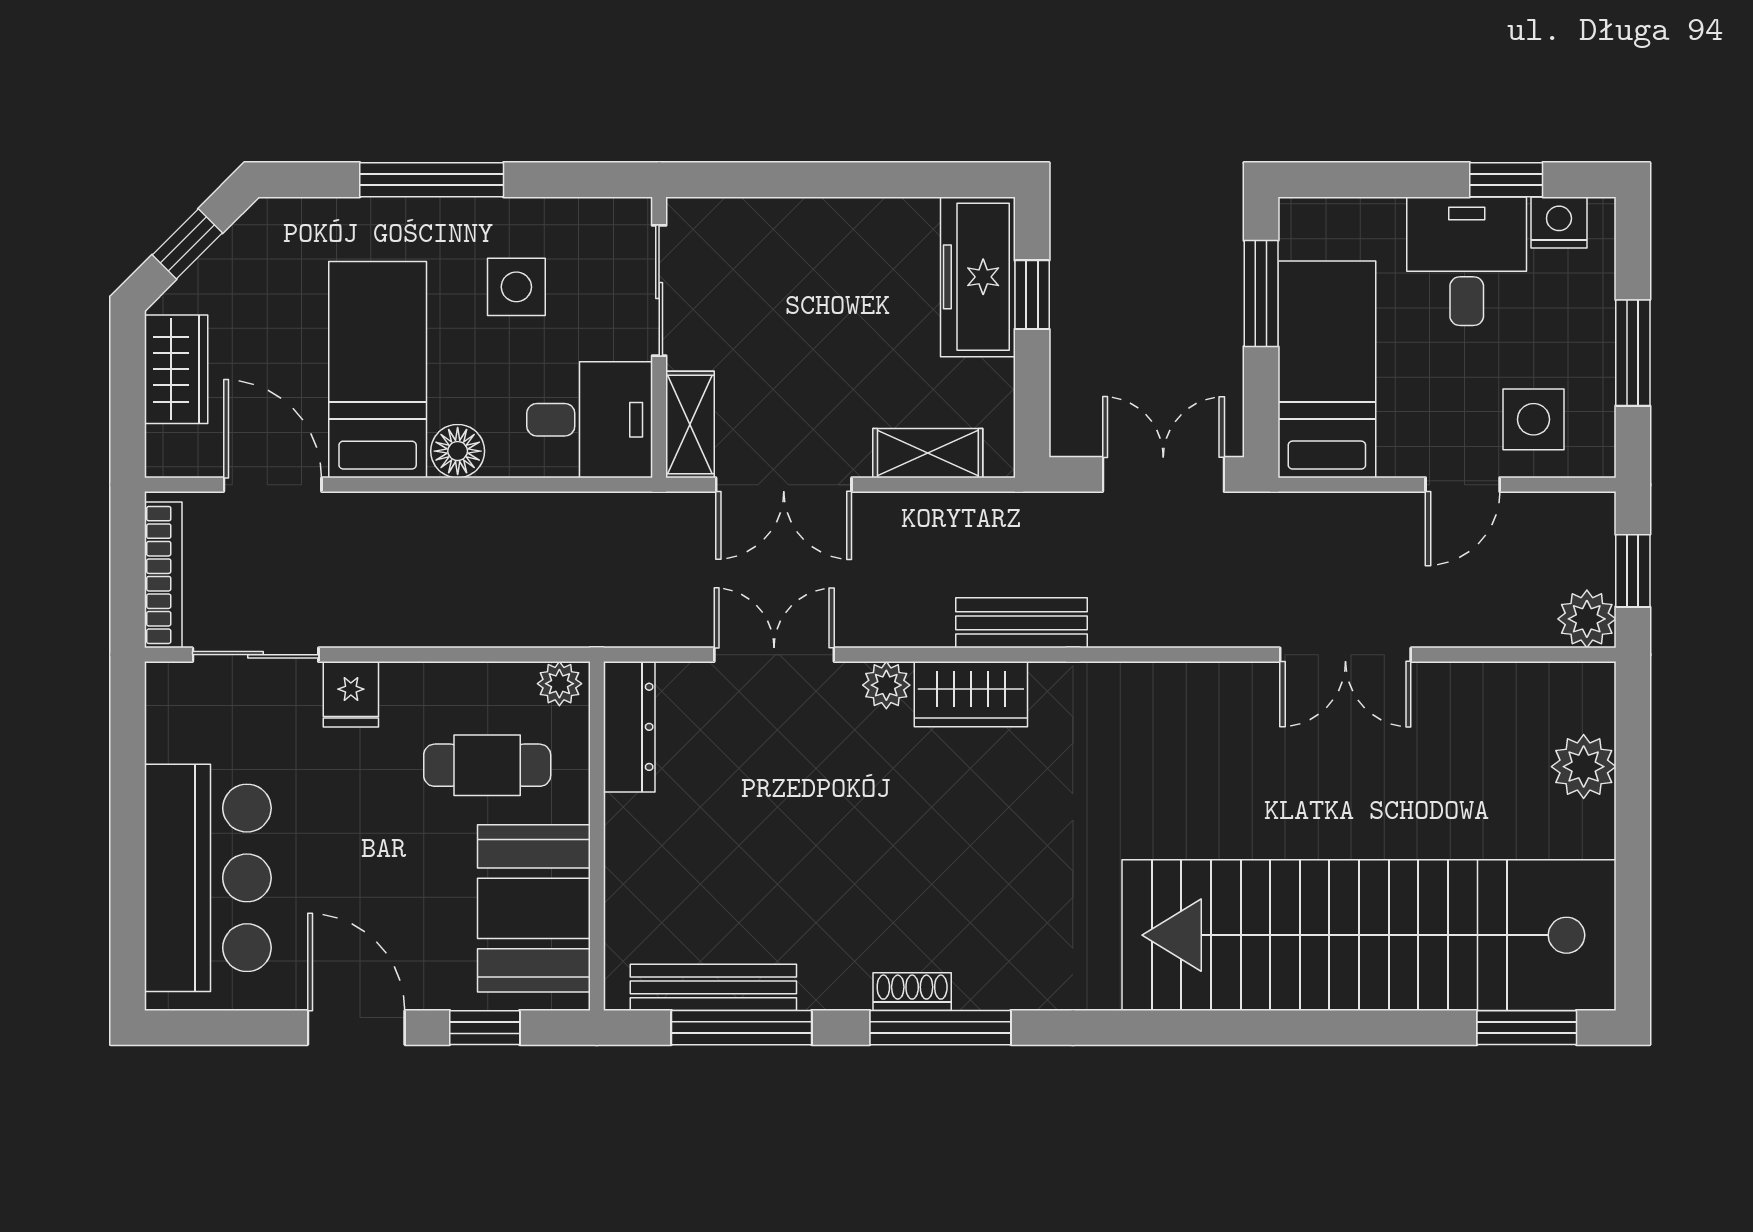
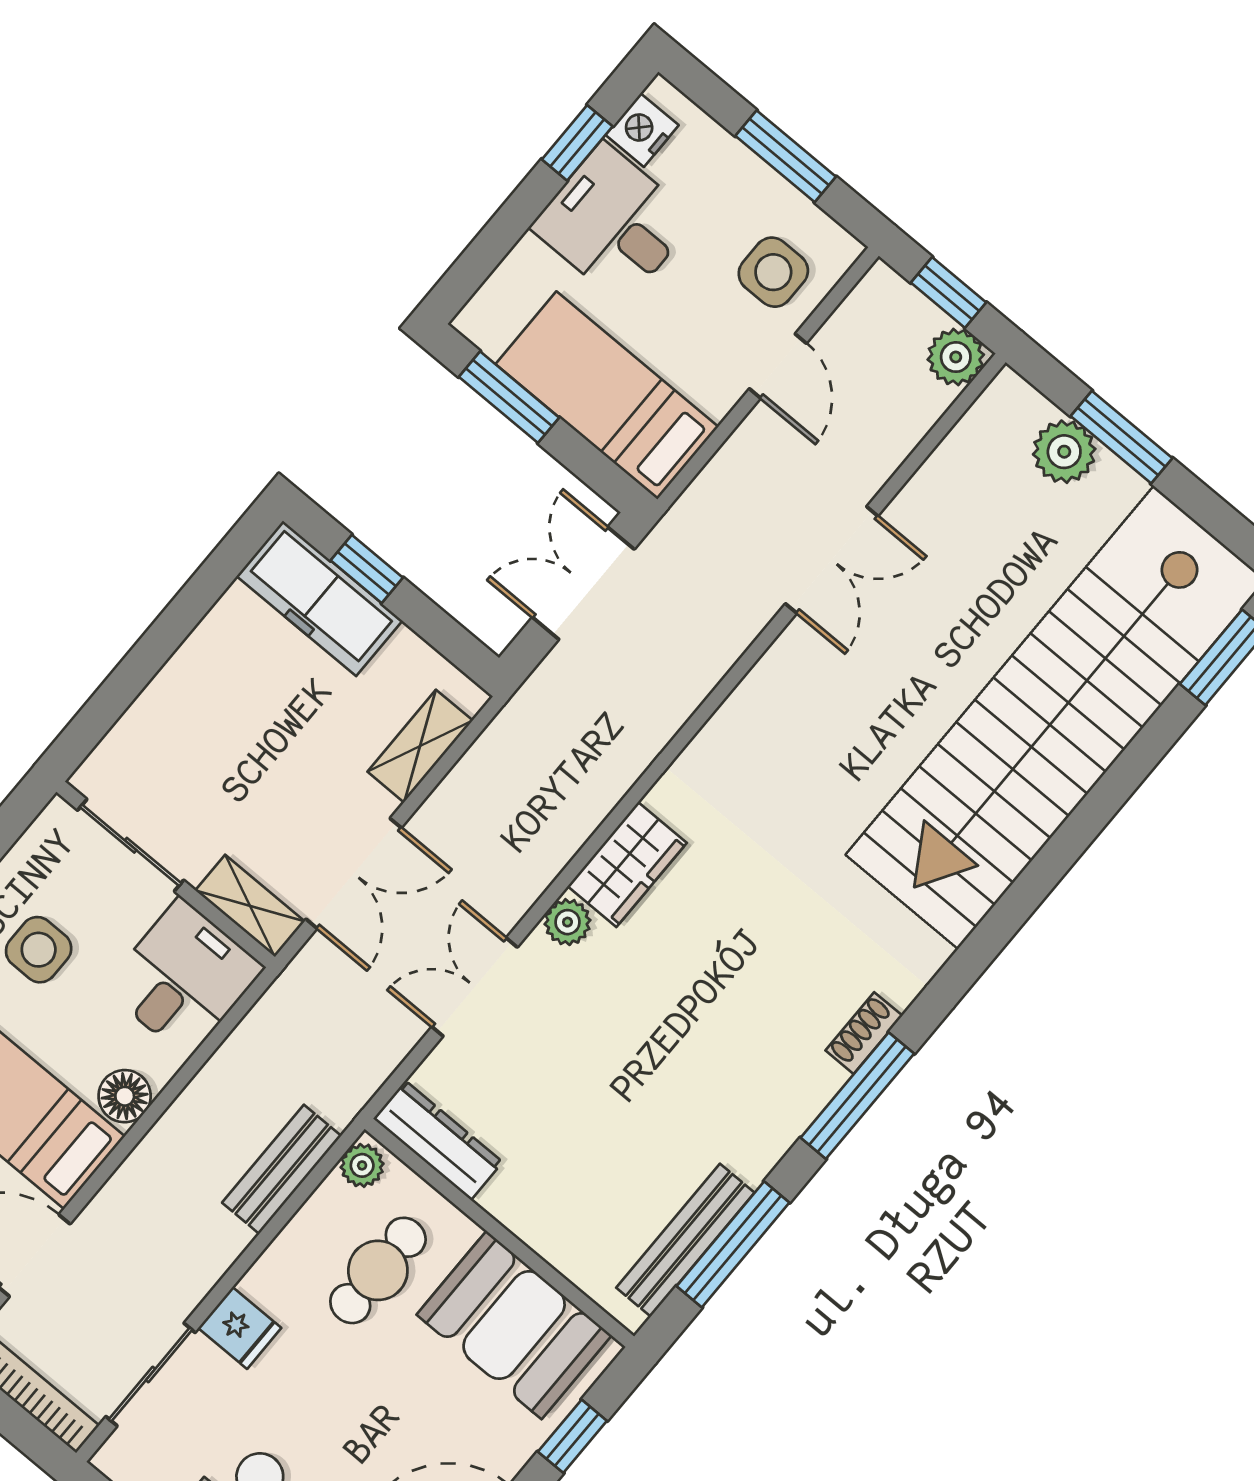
bench: (1021, 623) -> (282, 1169), moved
window: (1633, 802) -> (1122, 437), added
shoe rack: (912, 992) -> (864, 1033), moved

